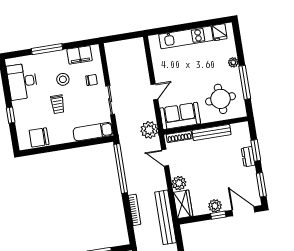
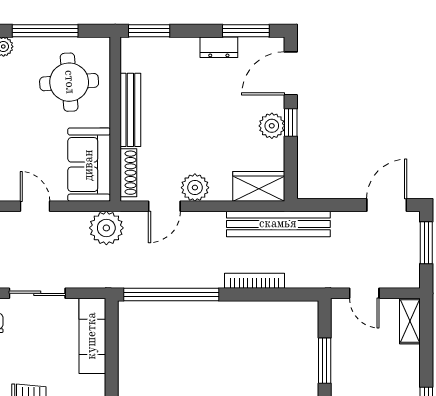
window: (256, 150) -> (149, 31), moved
dresser: (248, 157) -> (219, 47), moved
plant: (179, 183) -> (195, 188), moved

